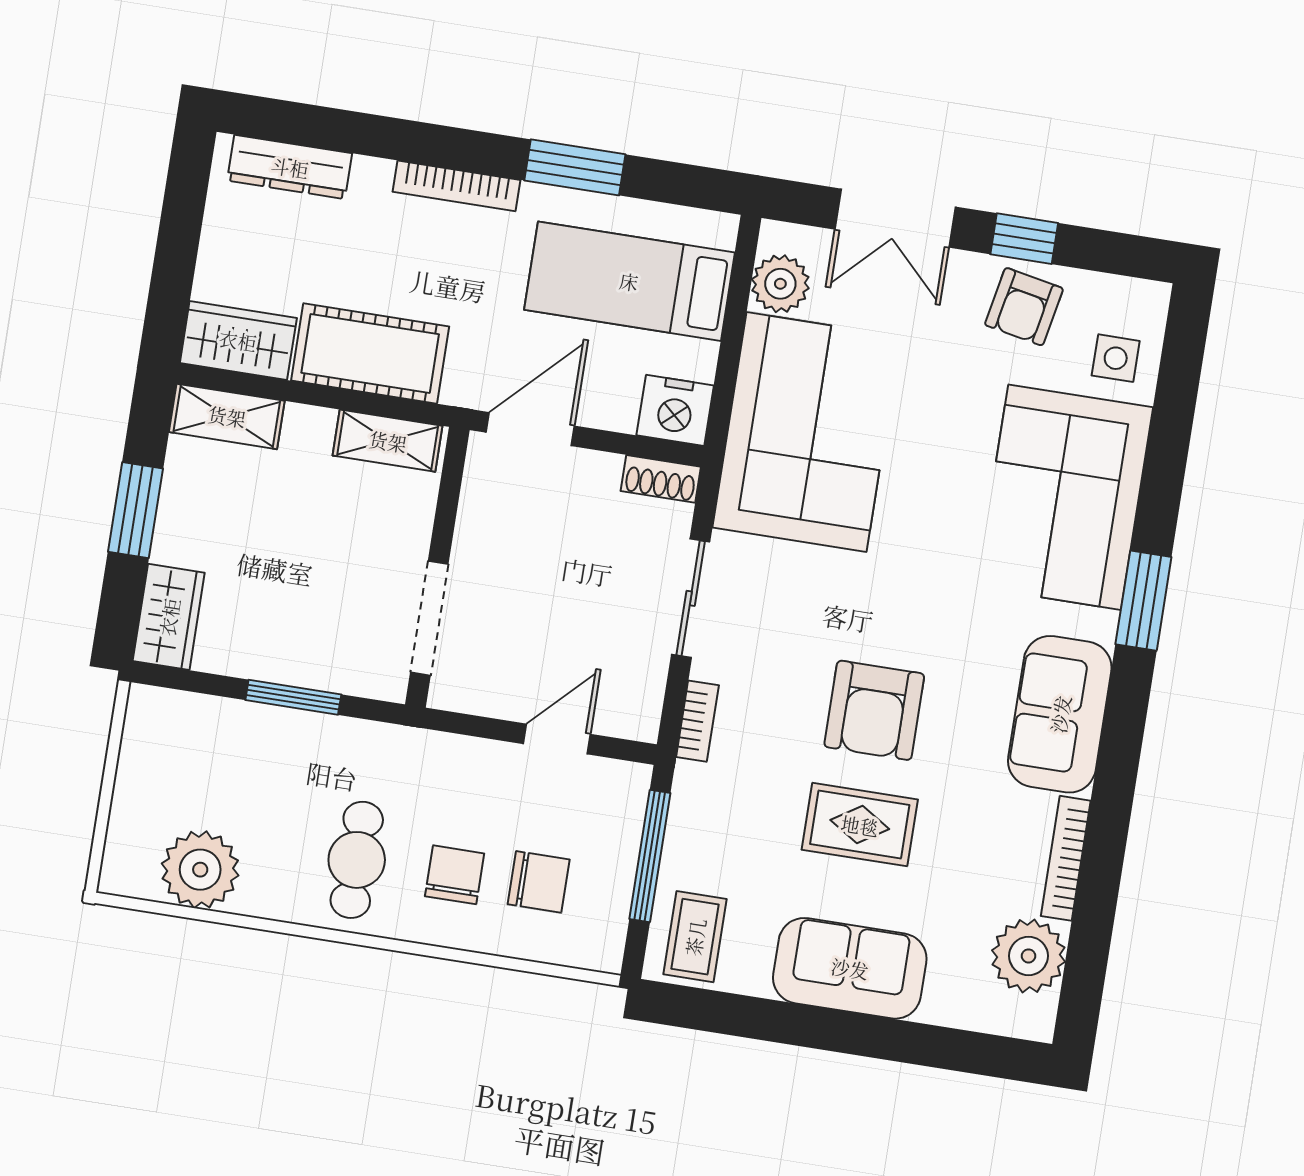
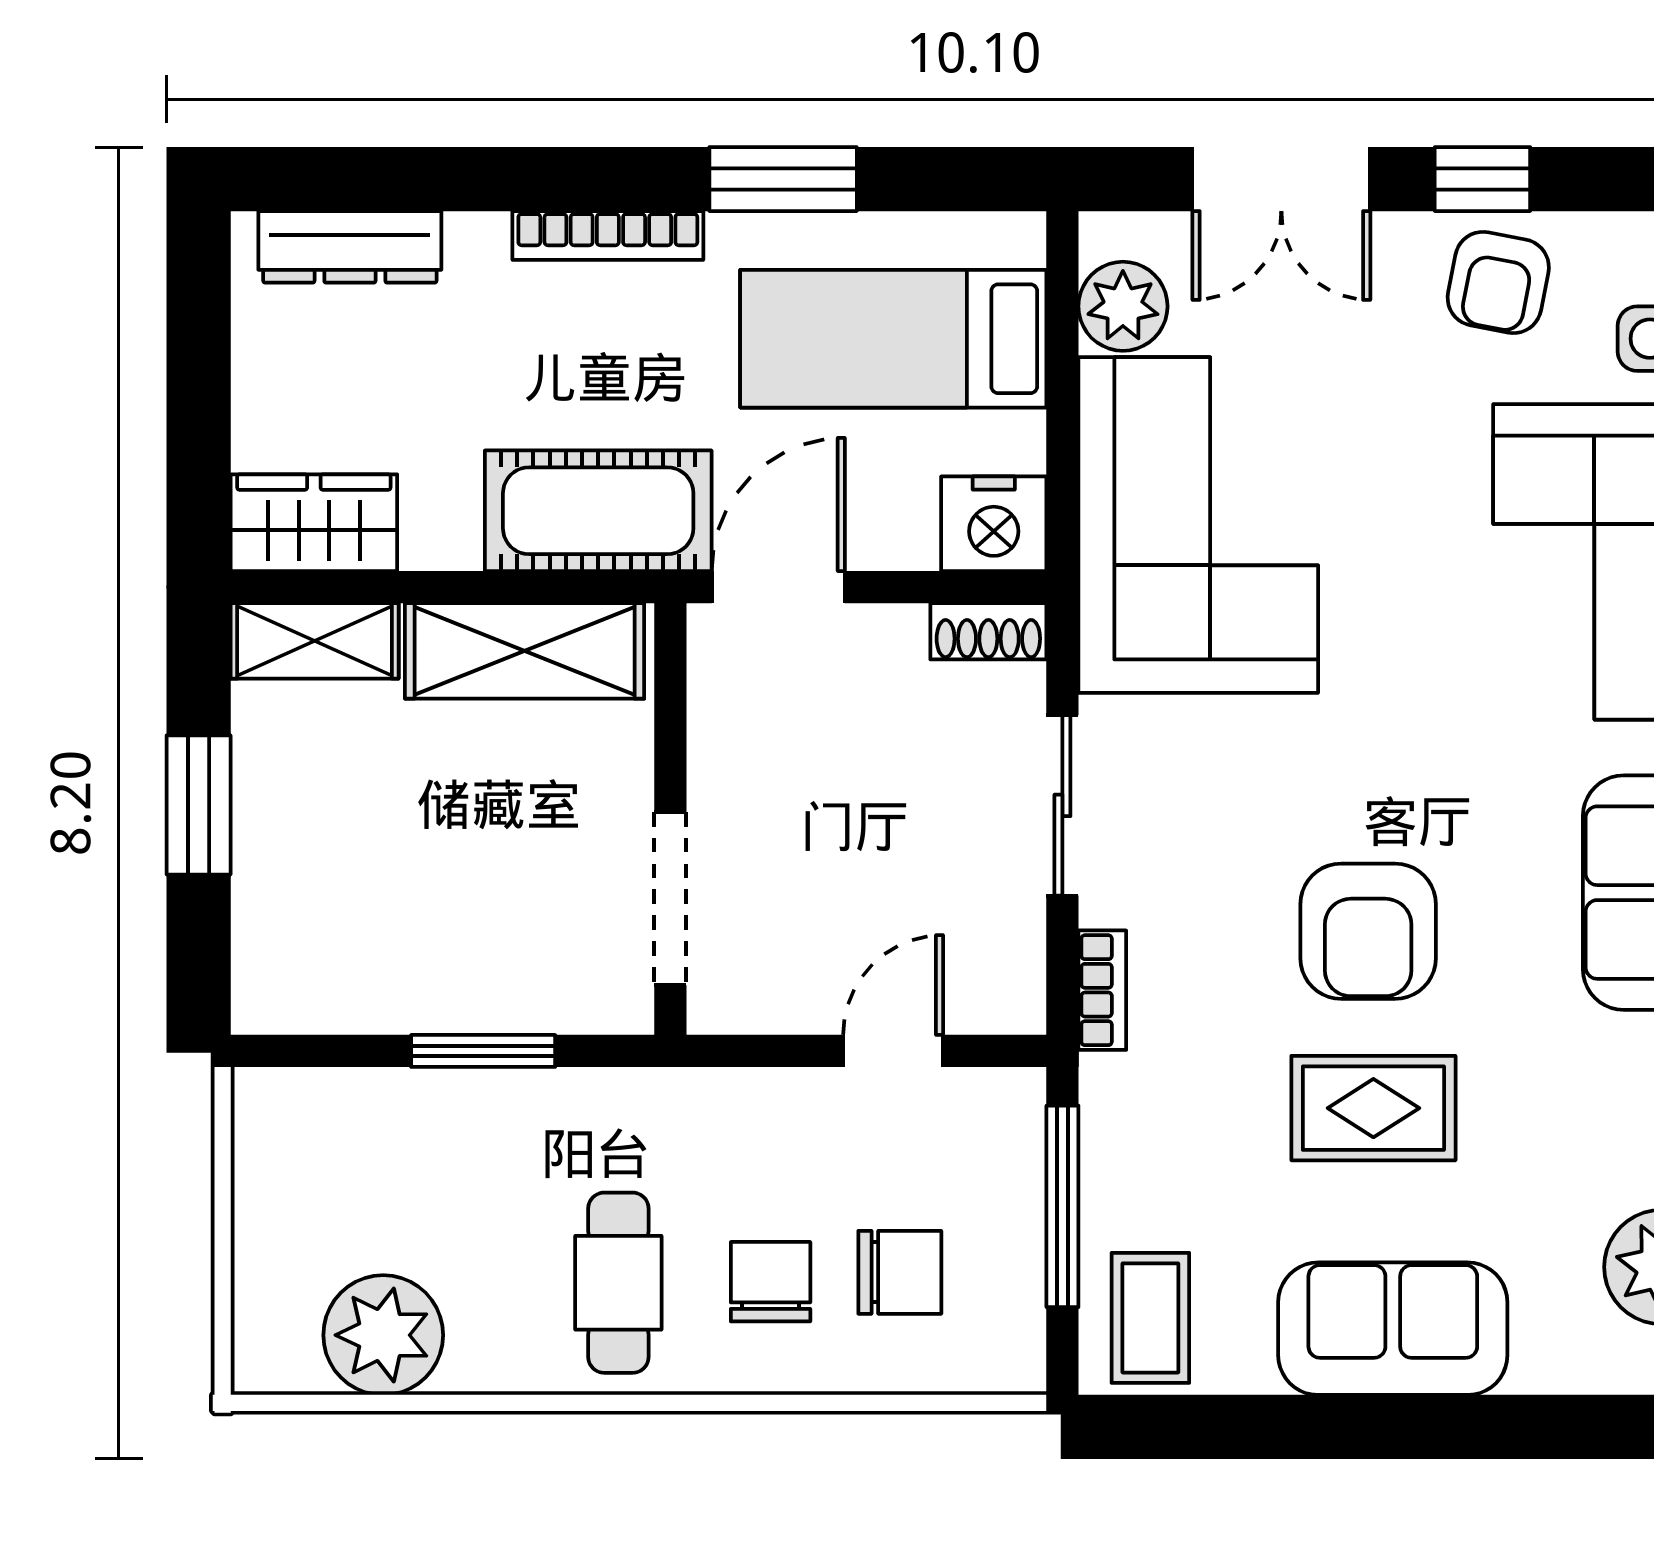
cot: (370, 353) -> (598, 511), moved
shelving: (388, 441) -> (525, 651), width x1.50, depth x1.33
wardrobe: (169, 617) -> (275, 959), removed

